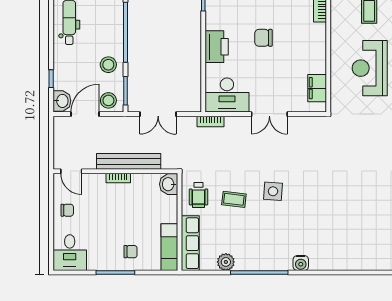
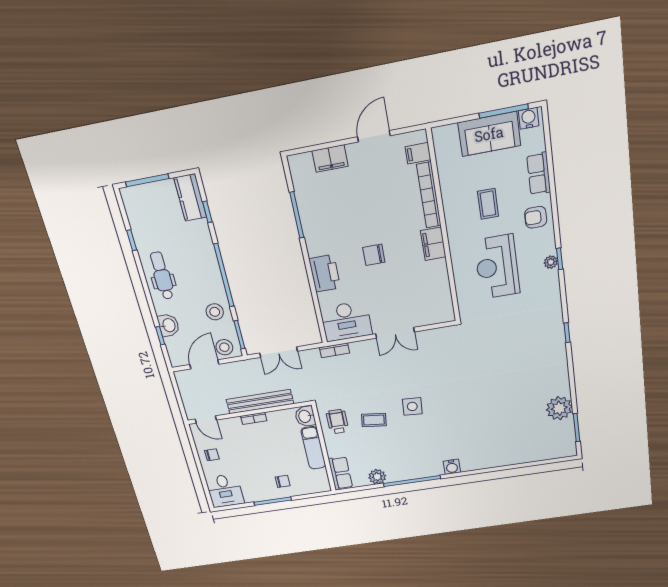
filing cabinet: (317, 88) -> (433, 244), moved
washbasin: (62, 101) -> (169, 325), moved
wheelchair: (198, 195) -> (337, 421), turned 180
row of seats: (190, 243) -> (340, 473), width x0.68
exam couch: (169, 247) -> (313, 448), moved

